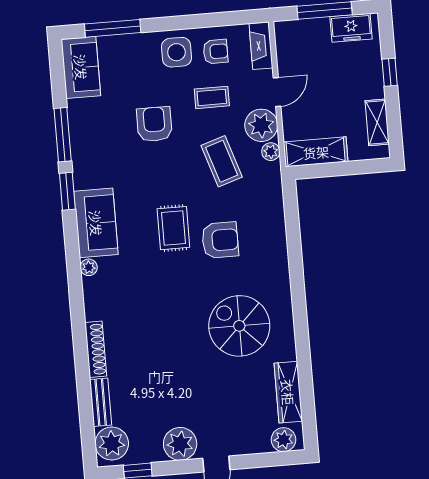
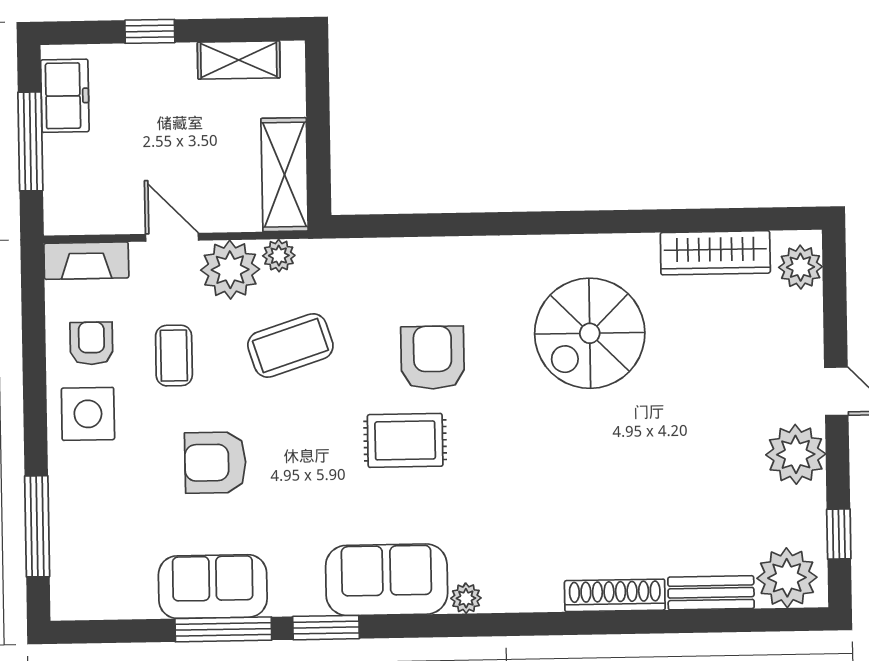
sofa: (81, 67) -> (213, 587), moved

